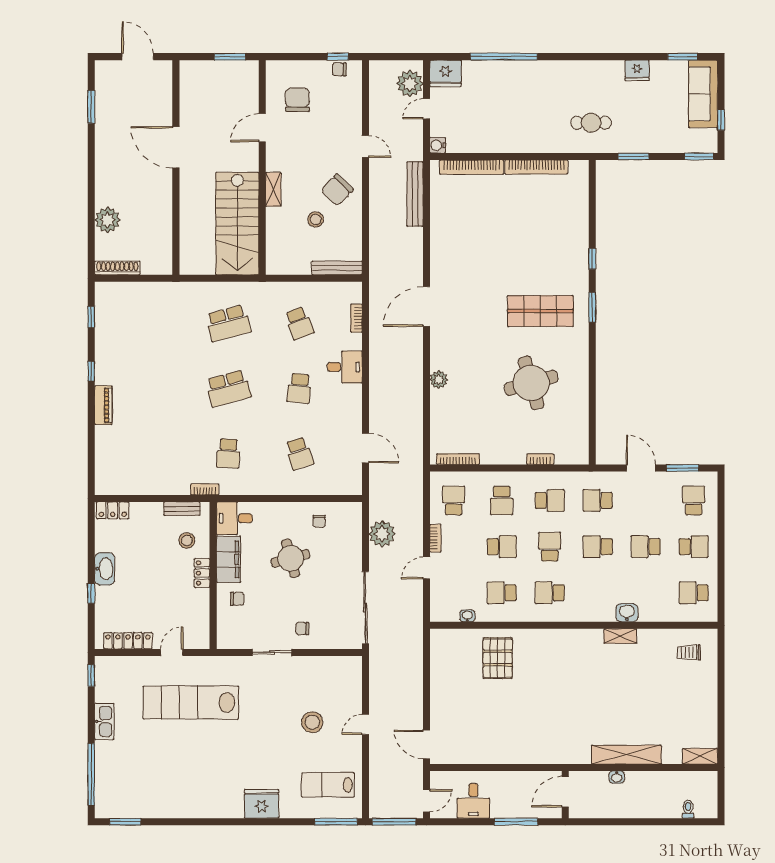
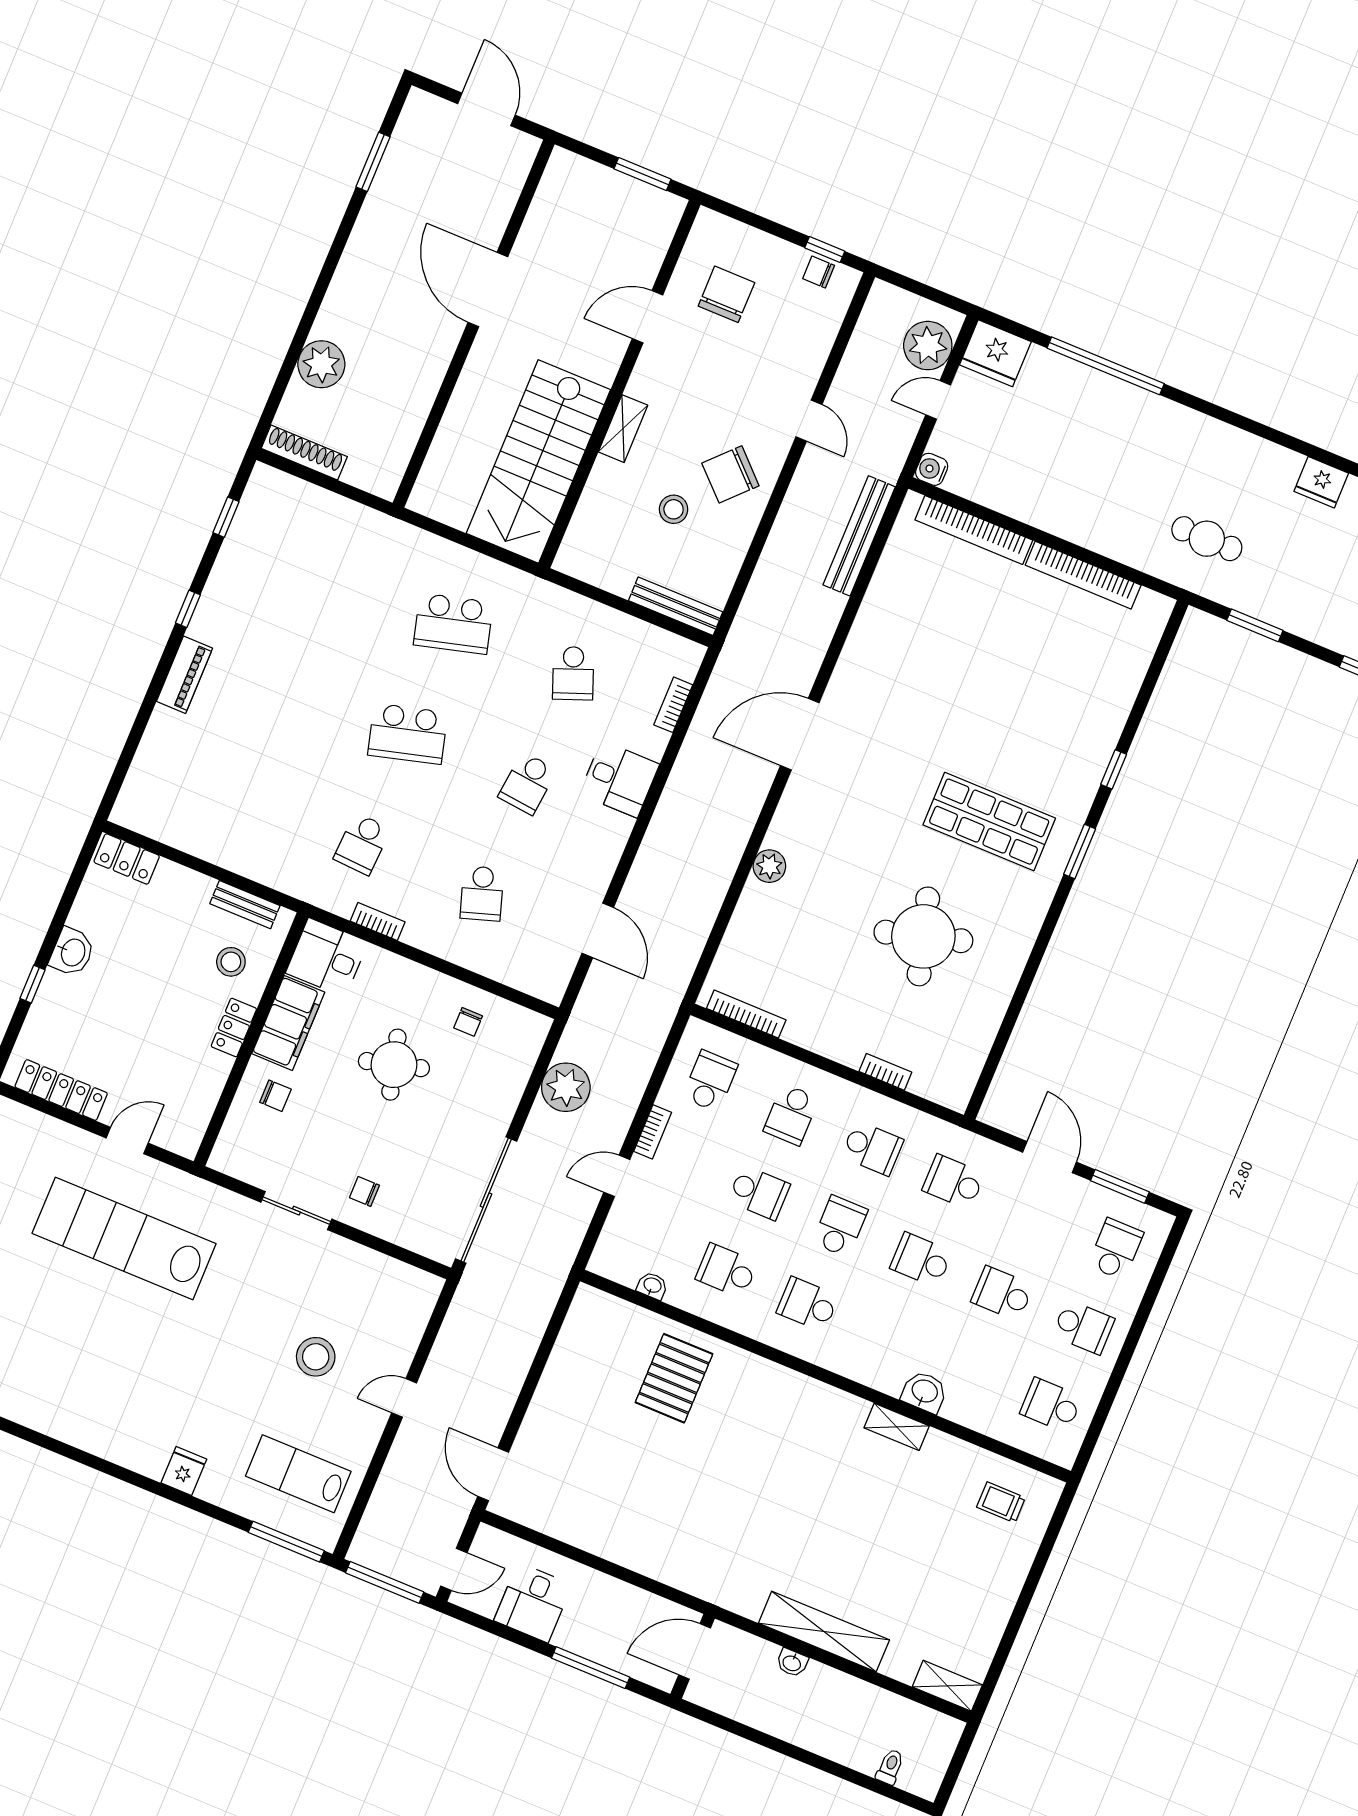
bookcase: (205, 489) -> (378, 921), moved
washbasin: (105, 569) -> (72, 952), width x0.72
fridge: (262, 804) -> (184, 1471), width x0.53, depth x0.75

